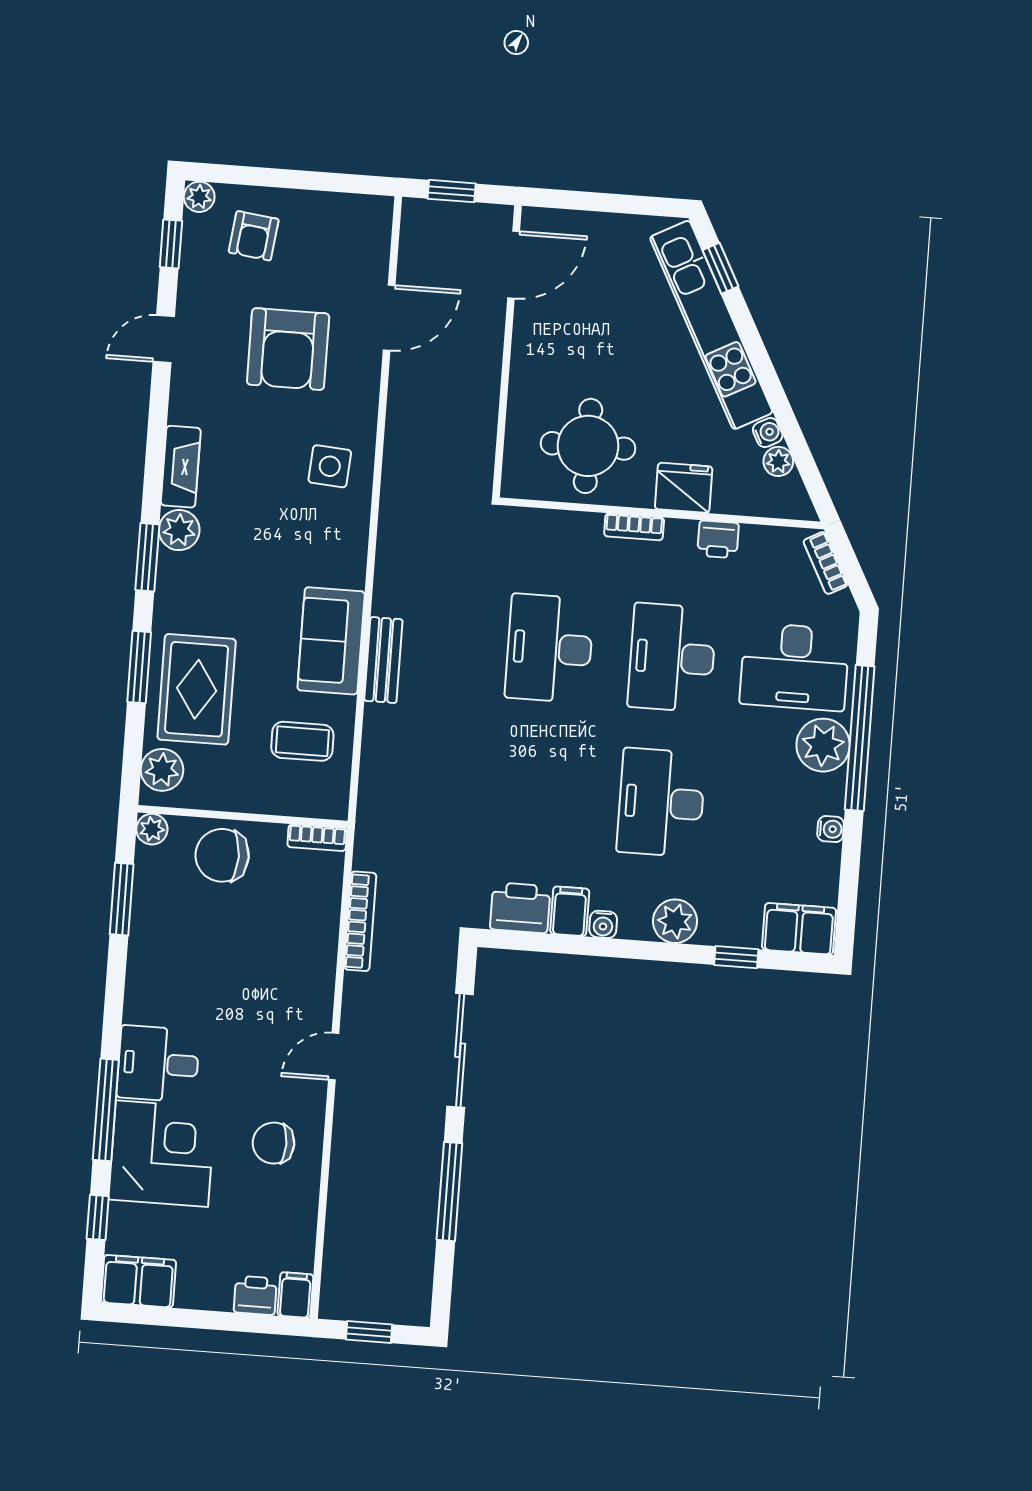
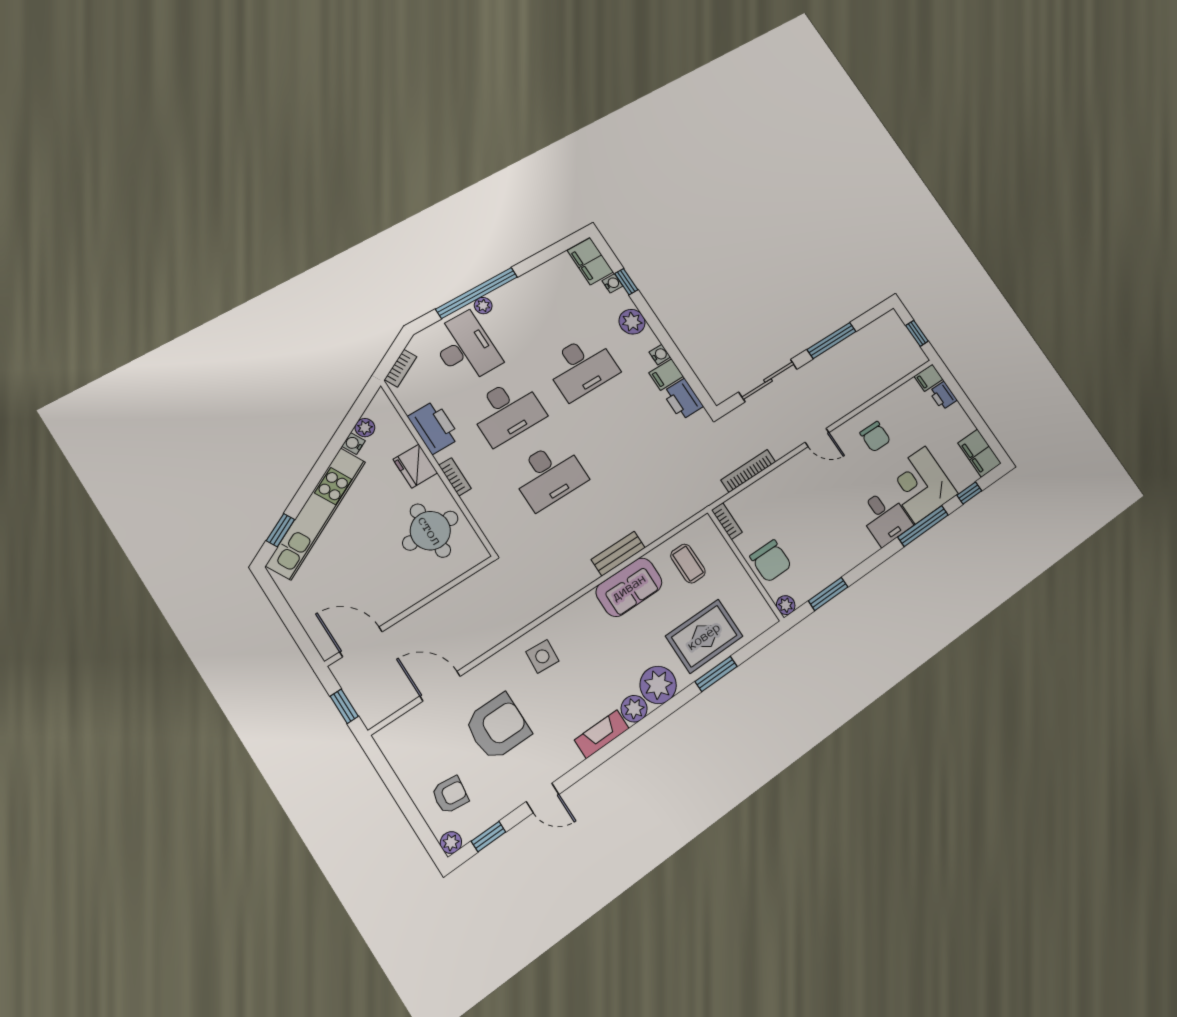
printer: (718, 539) -> (434, 427), width x1.87, depth x1.48
window: (147, 557) -> (660, 714), removed
plant: (823, 745) -> (483, 306), width x0.53, depth x0.53
plant: (162, 770) -> (658, 685), moved, width x1.36, depth x1.36
water cooler: (831, 829) -> (612, 283), moved, turned 90

